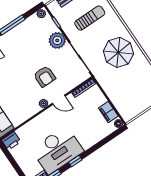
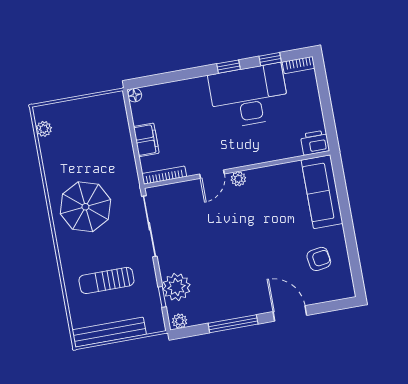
plant: (57, 40) -> (176, 287), moved
armchair: (45, 76) -> (218, 220), removed
door: (59, 100) -> (212, 174), swing flipped
filing cabinet: (108, 112) -> (146, 140), moved

